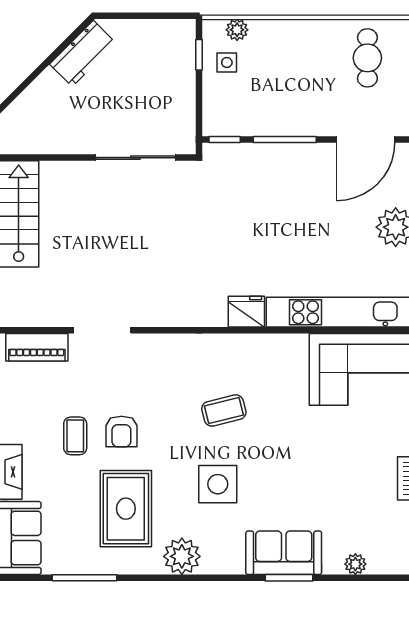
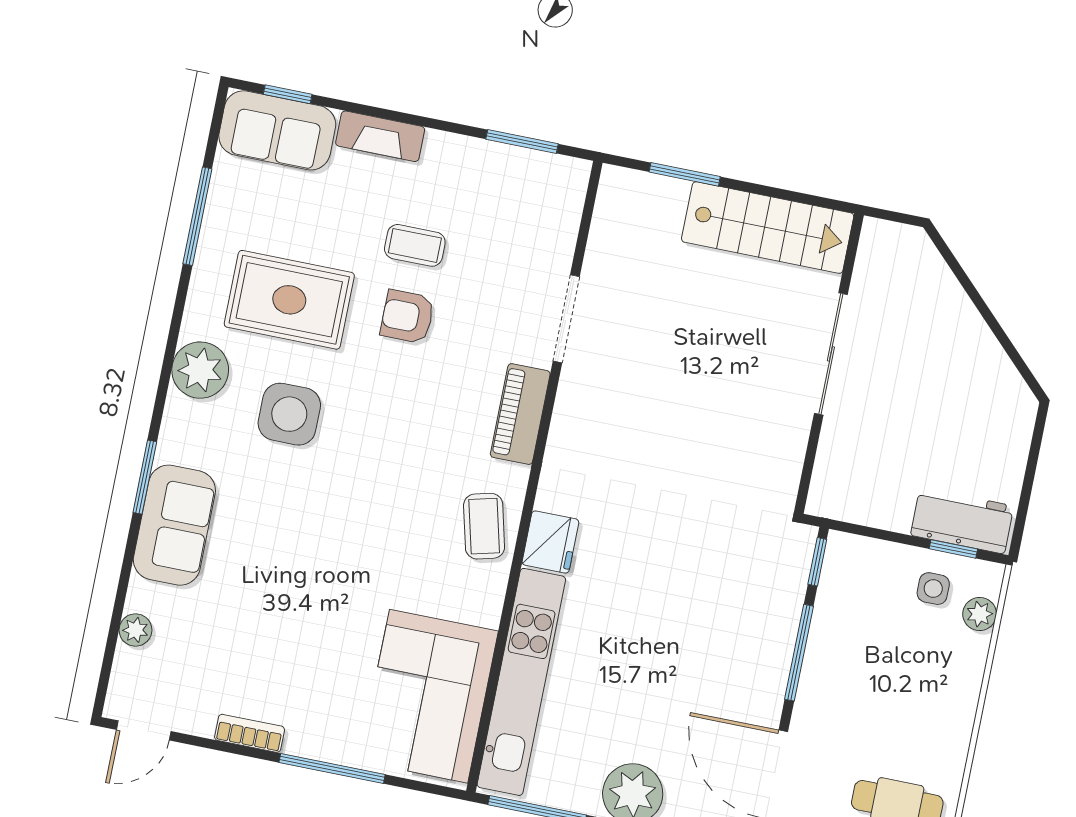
workbench: (83, 54) -> (962, 521), moved, turned 135
sliding door: (135, 158) -> (831, 354), moved
piano: (37, 347) -> (520, 414), moved
coffee table: (224, 410) -> (484, 526), moved
side table: (218, 484) -> (289, 414), moved
window: (289, 578) -> (145, 477), moved

